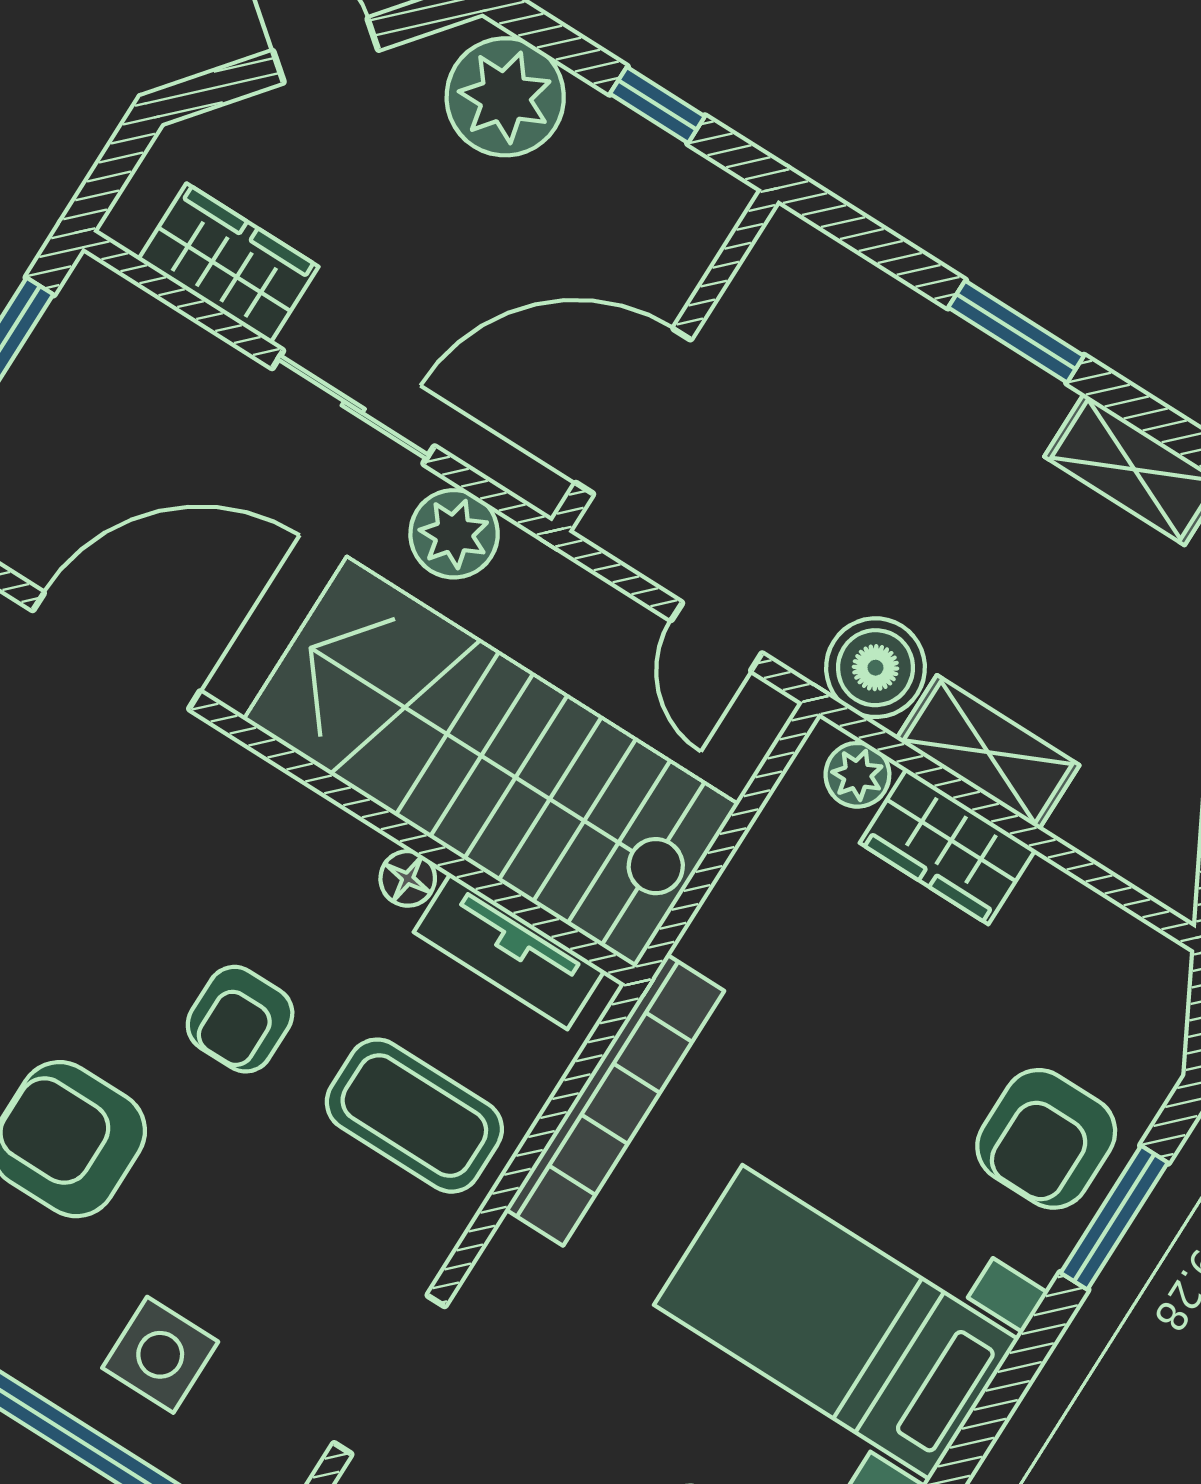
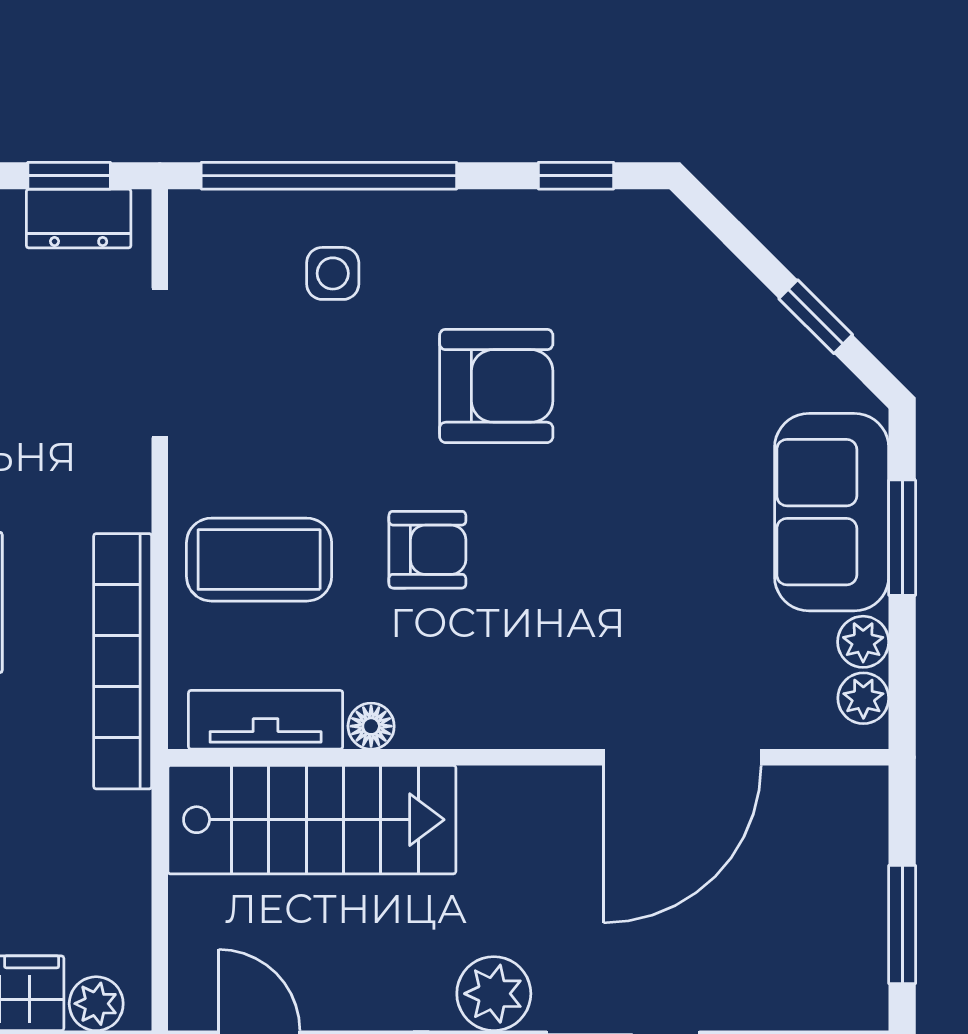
stairs: (491, 762) -> (312, 820), width x0.73, depth x0.66
armchair: (240, 1019) -> (427, 550), turned 90
side table: (160, 1355) -> (333, 273), width x0.73, depth x0.73

